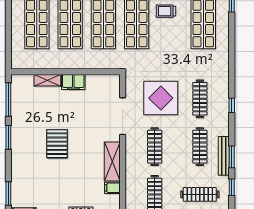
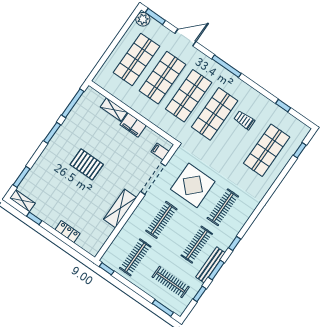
window: (232, 105) -> (235, 243), moved
pallet: (57, 144) -> (87, 164), turned 90
filing cabinet: (112, 188) -> (160, 152), moved

